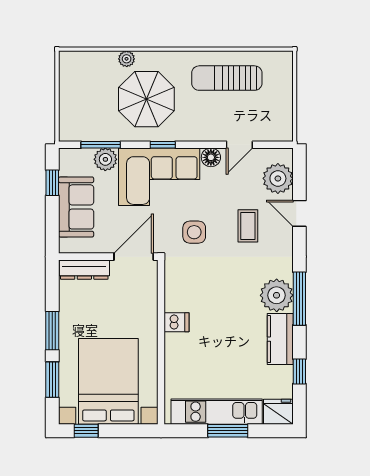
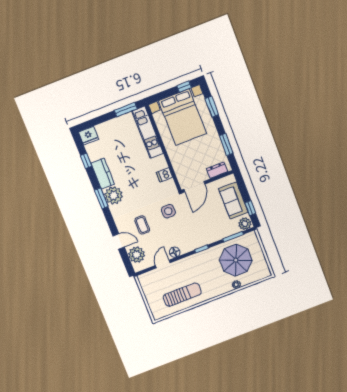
parasol: (146, 99) -> (236, 260), moved
plant: (105, 159) -> (245, 224), moved
corner sofa: (159, 177) -> (197, 232), removed
dresser: (84, 270) -> (217, 170), width x0.70
window: (299, 299) -> (101, 198), width x0.69
dishwasher: (177, 322) -> (164, 175), moved
window: (52, 331) -> (226, 145), moved
kitchen unit: (217, 412) -> (148, 132), moved, turned 90
window: (228, 431) -> (126, 110), moved

